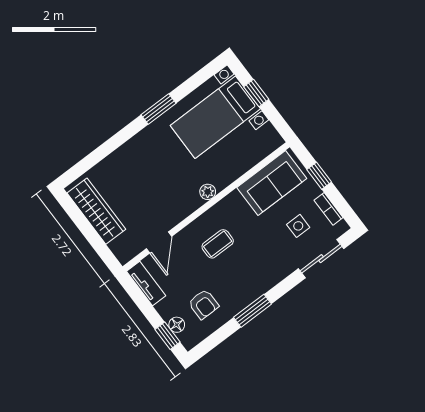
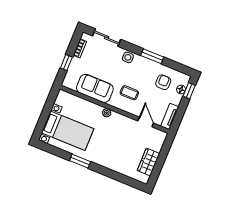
window: (256, 93) -> (44, 118), removed
sofa: (272, 183) -> (95, 88), moved
wardrobe: (96, 211) -> (148, 162), width x0.67
side table: (298, 226) -> (128, 57), moved
door: (159, 243) -> (146, 122), hinge flipped

